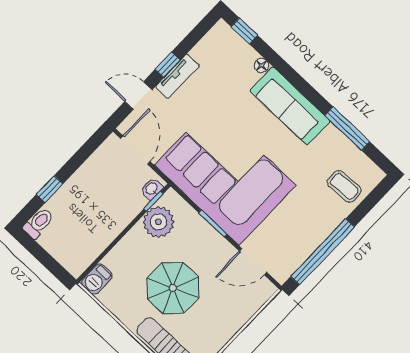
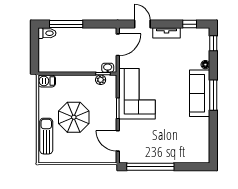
window: (168, 65) -> (190, 24), moved
window: (347, 129) -> (213, 95), moved
corner sofa: (225, 175) -> (137, 94), width x0.73, depth x0.74
coffee table: (344, 186) -> (187, 149), removed
window: (50, 189) -> (66, 24), width x2.17
plant: (158, 222) -> (101, 80), width x0.53, depth x0.53

